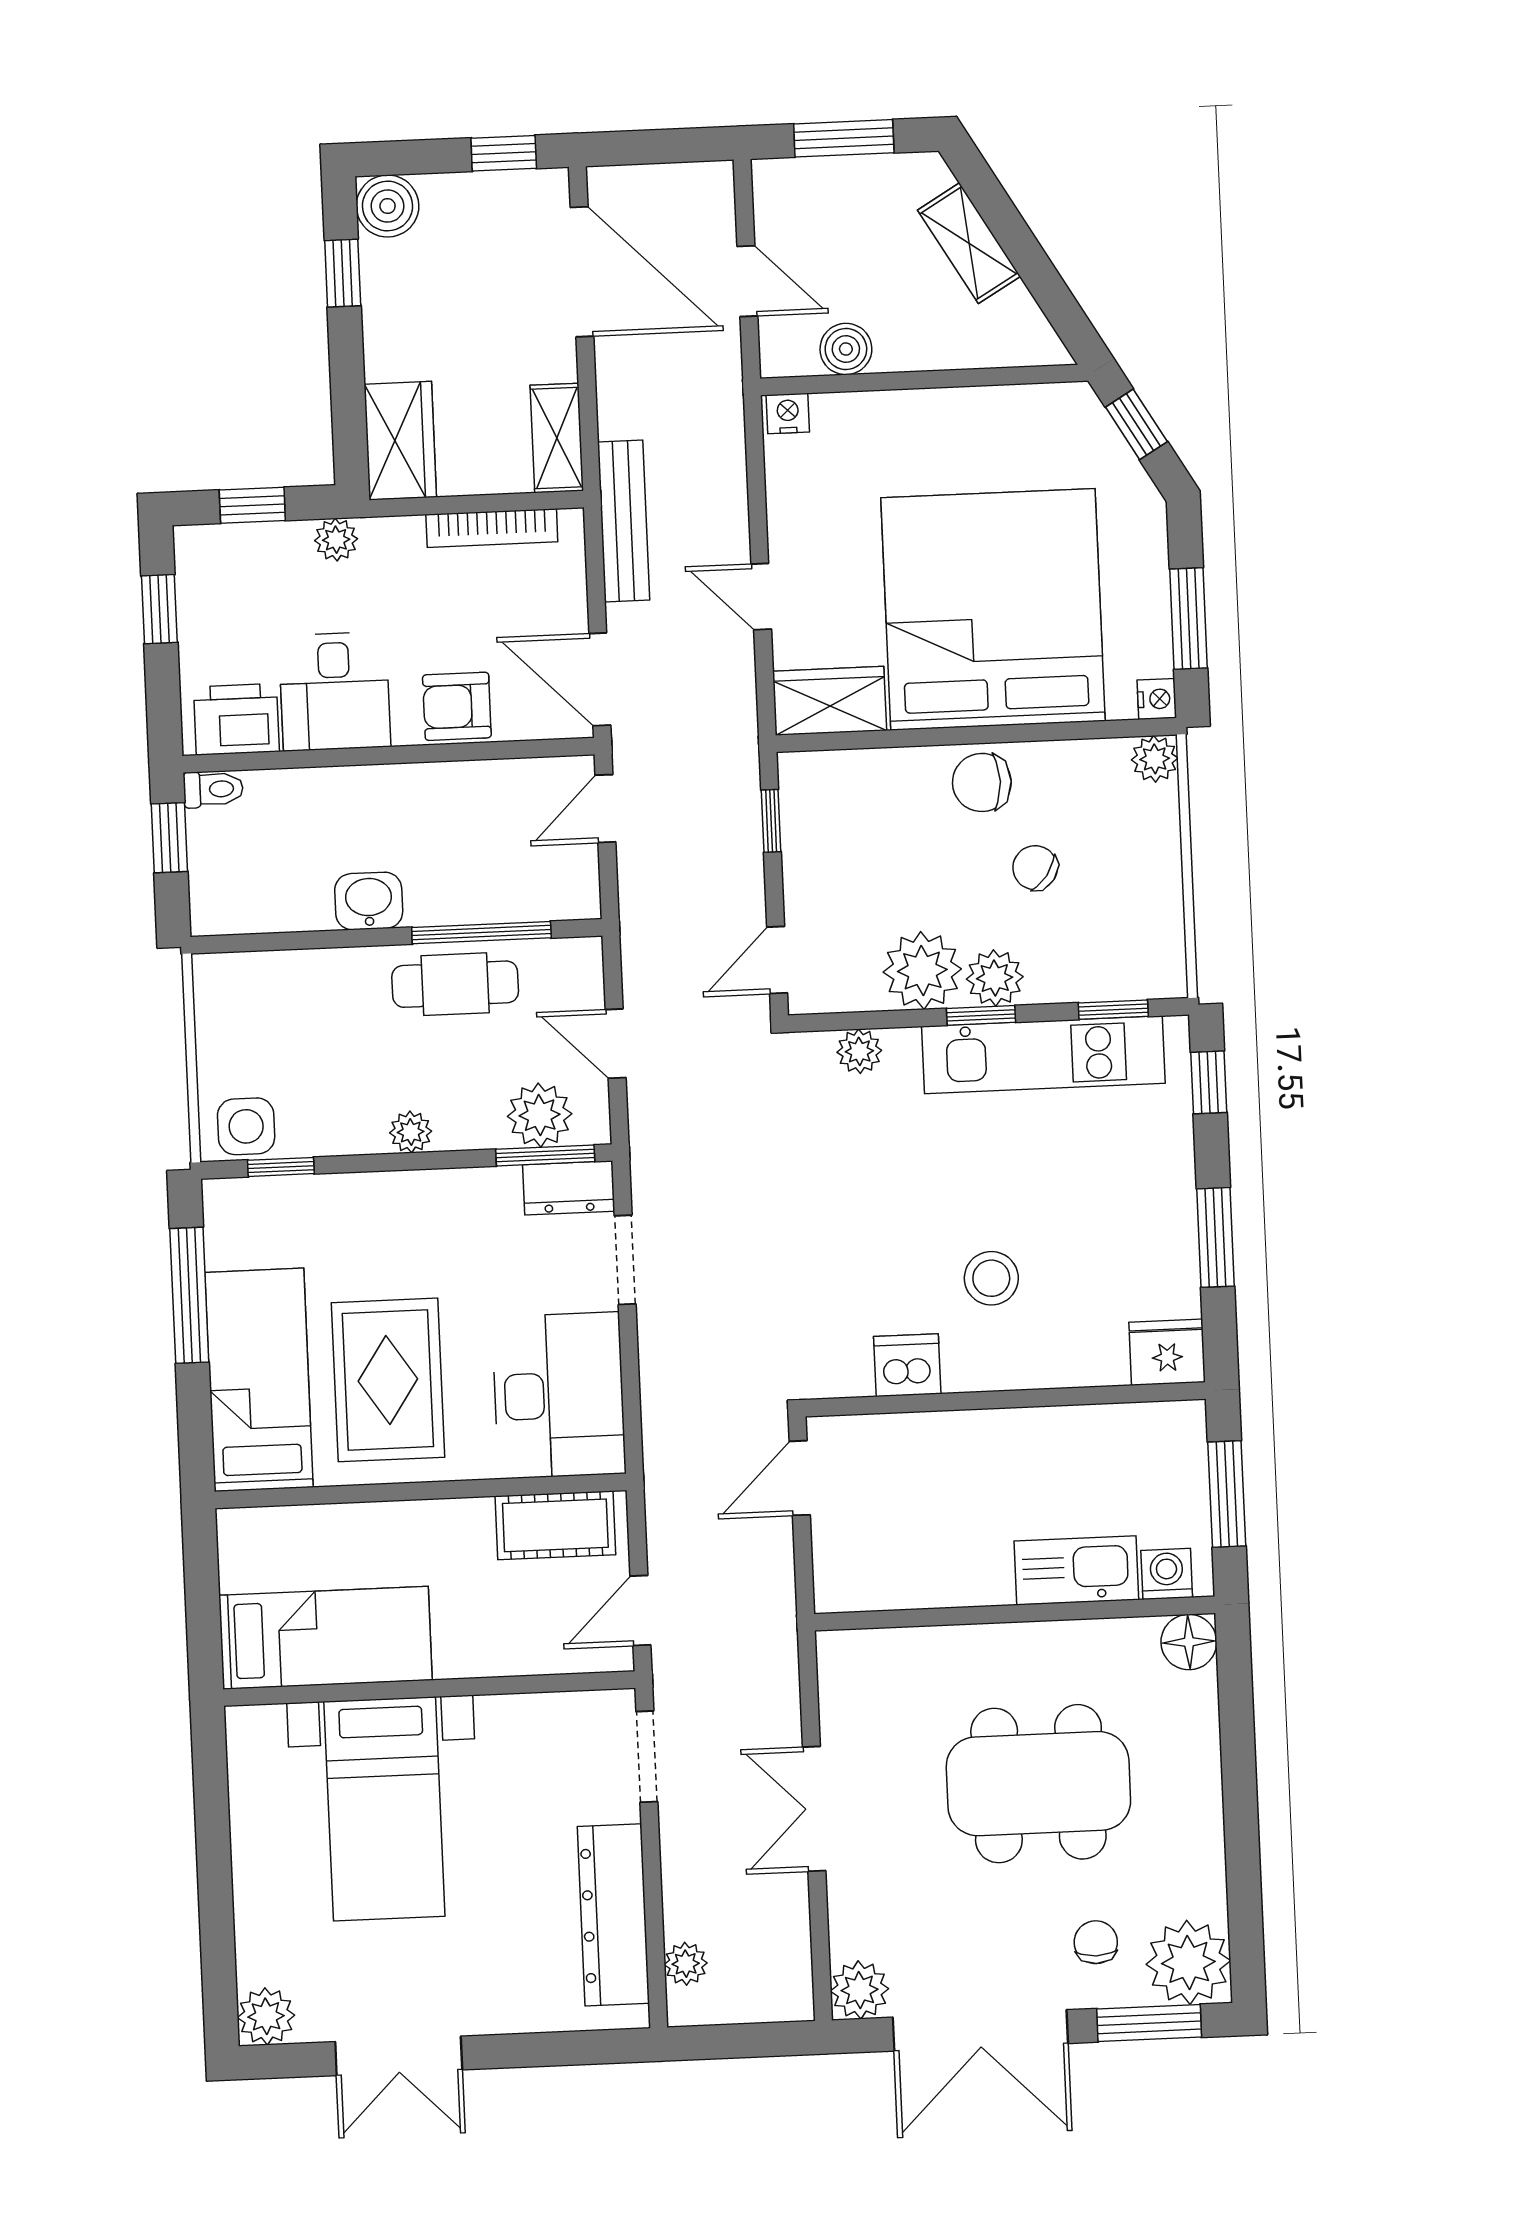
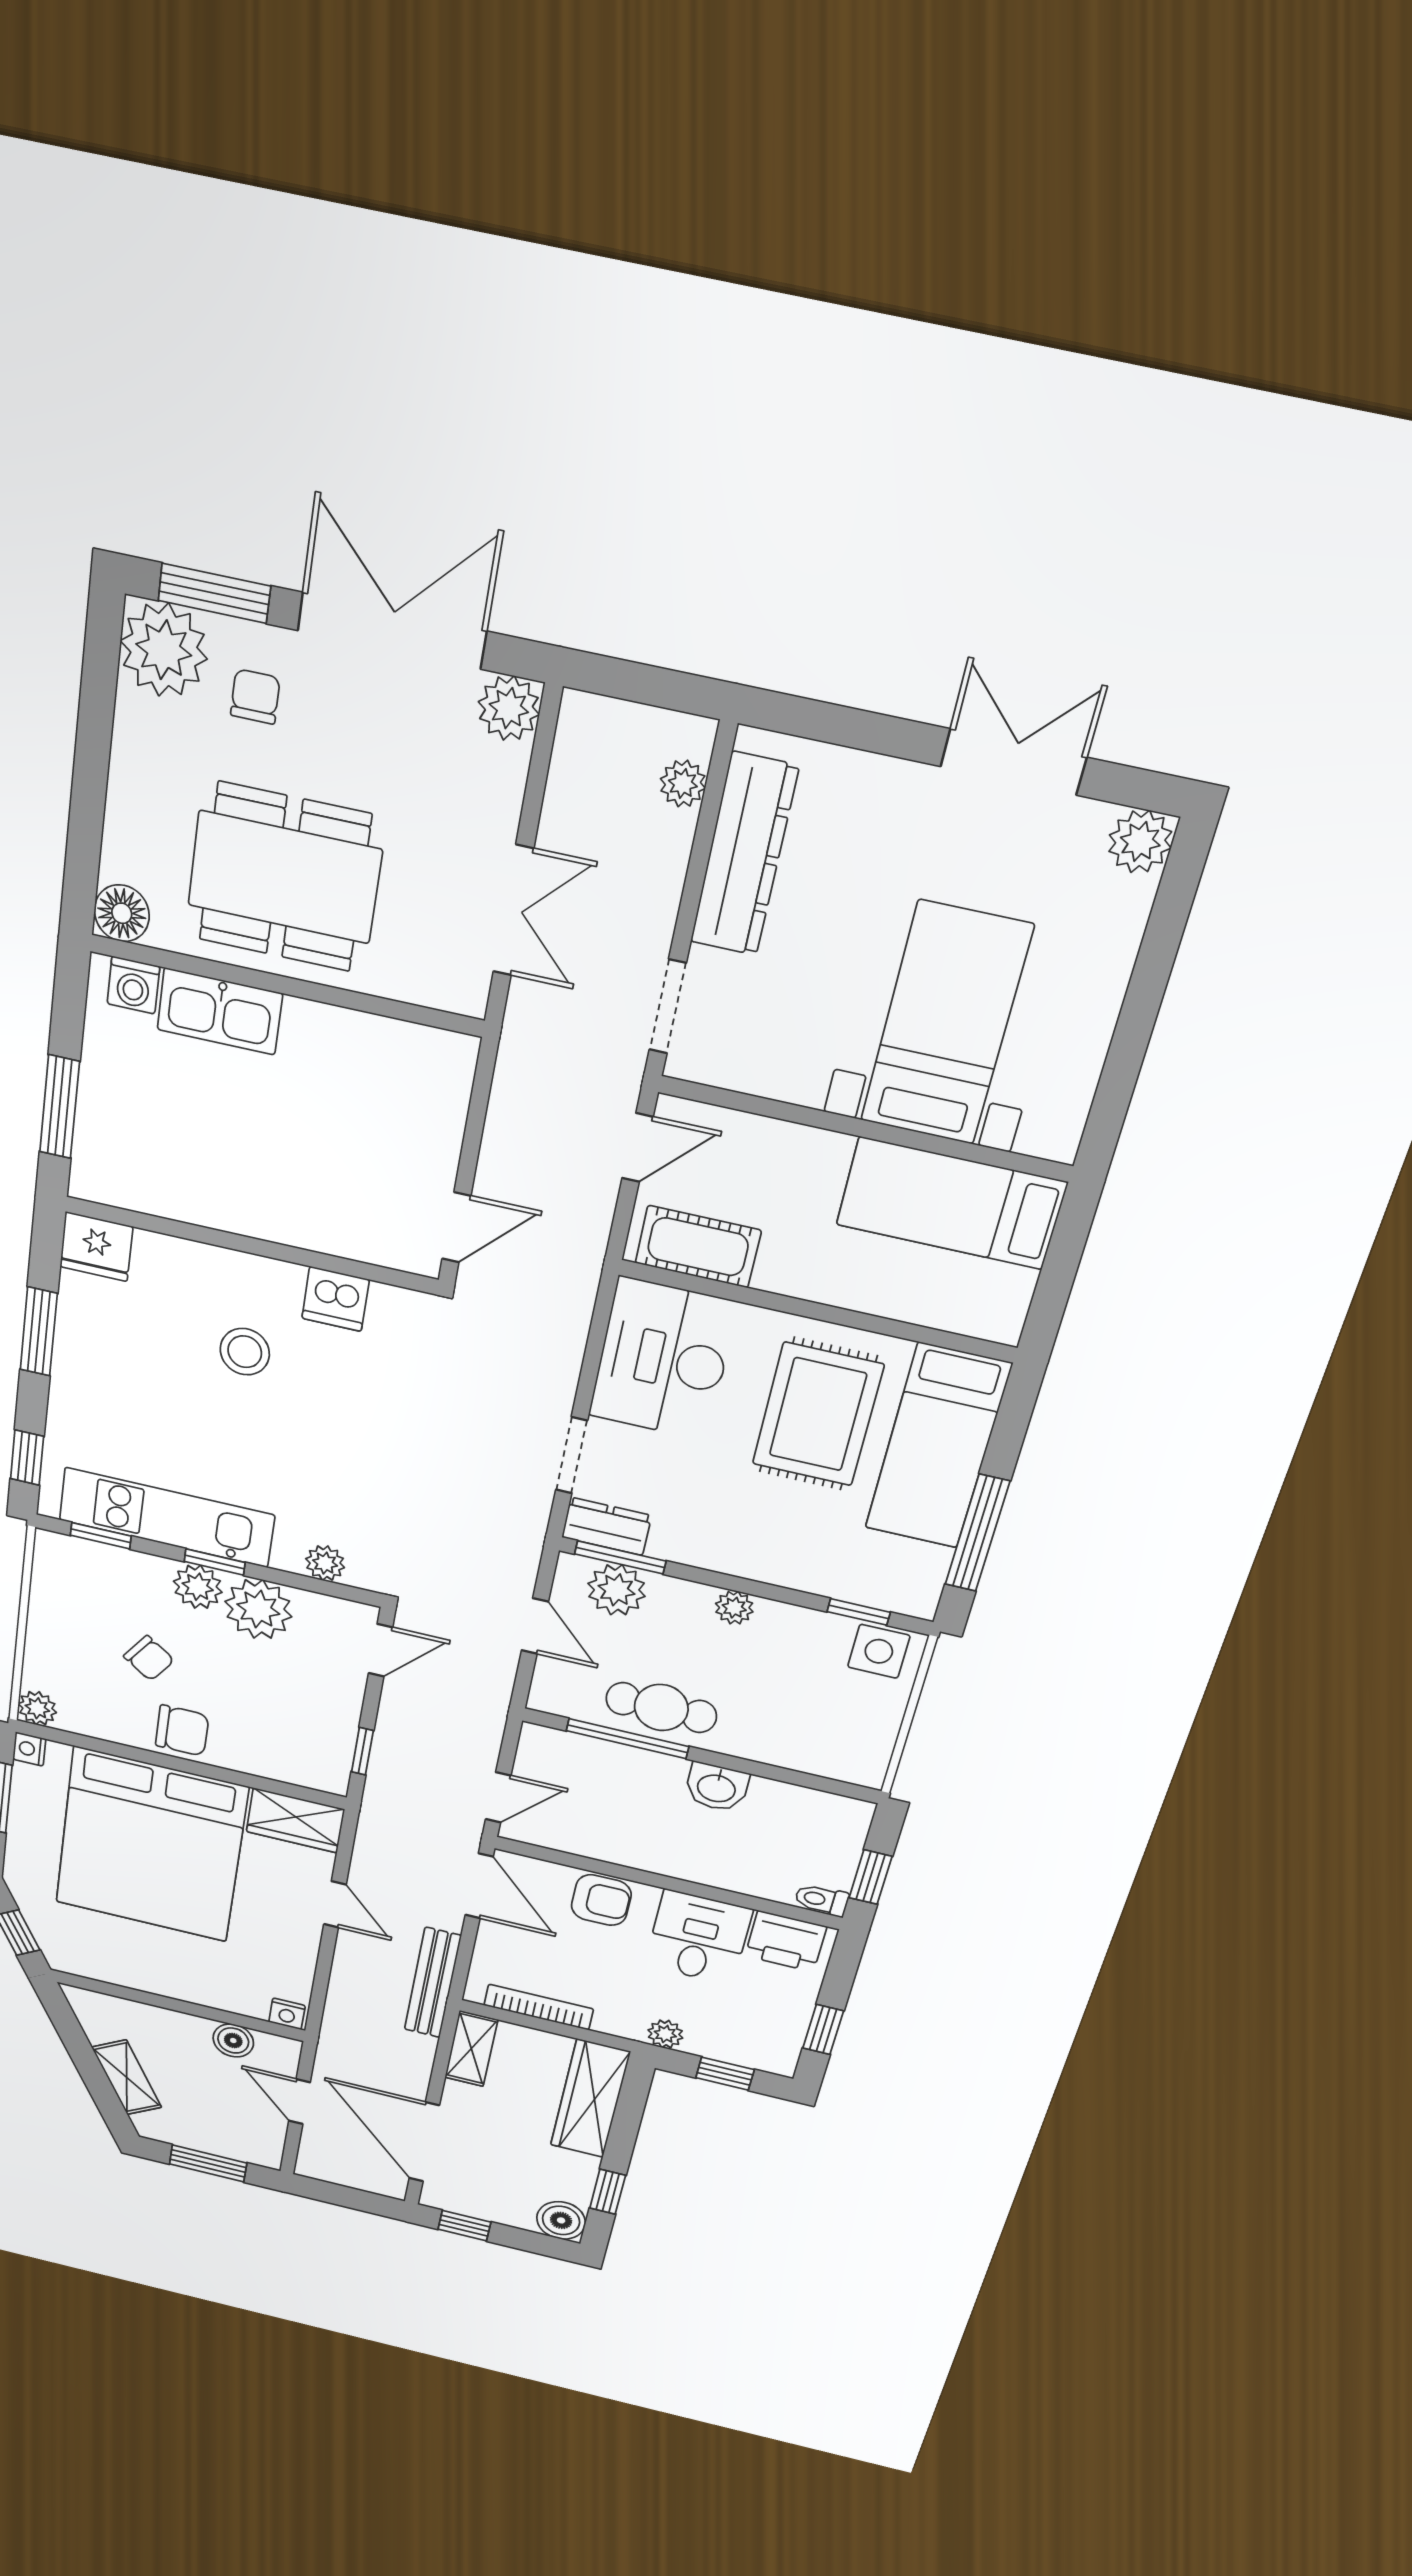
wardrobe: (400, 441) -> (590, 2099), width x1.50
kitchen sink: (1076, 1570) -> (220, 1011), moved
washing machine: (1167, 1574) -> (133, 985), moved
wall: (1015, 1614) -> (287, 986), moved
floor lamp: (1189, 1642) -> (122, 913), moved
chair: (1096, 1942) -> (255, 697), turned 180

